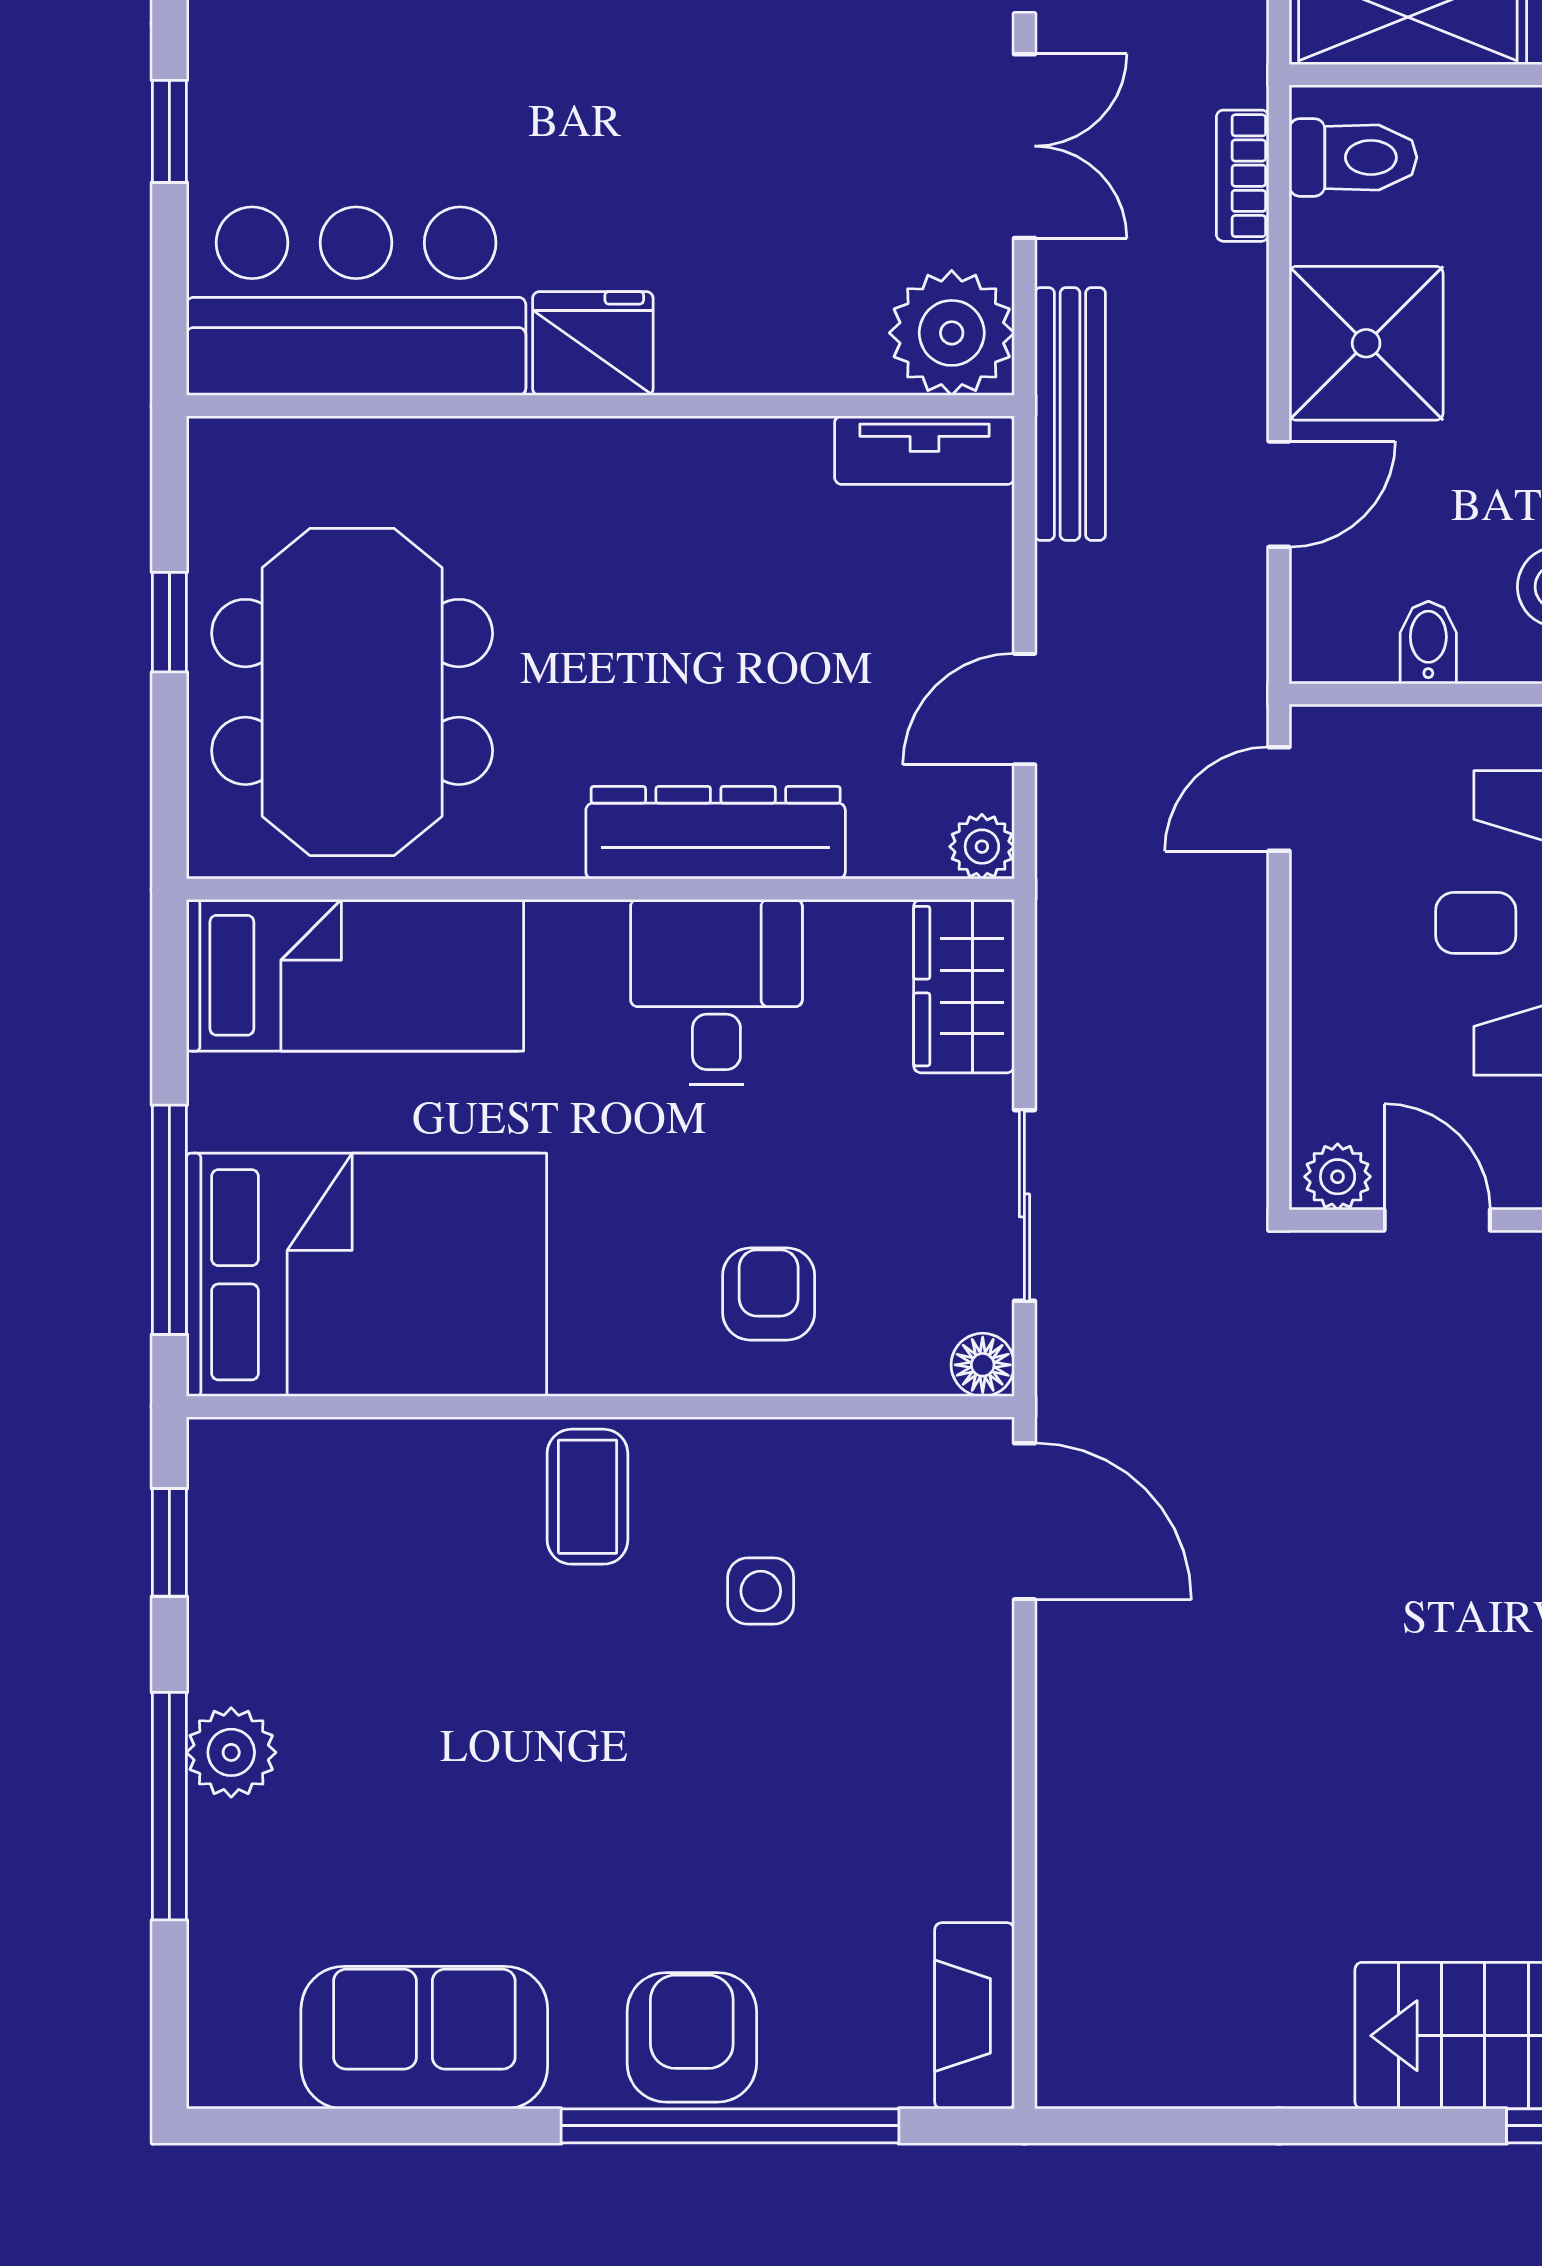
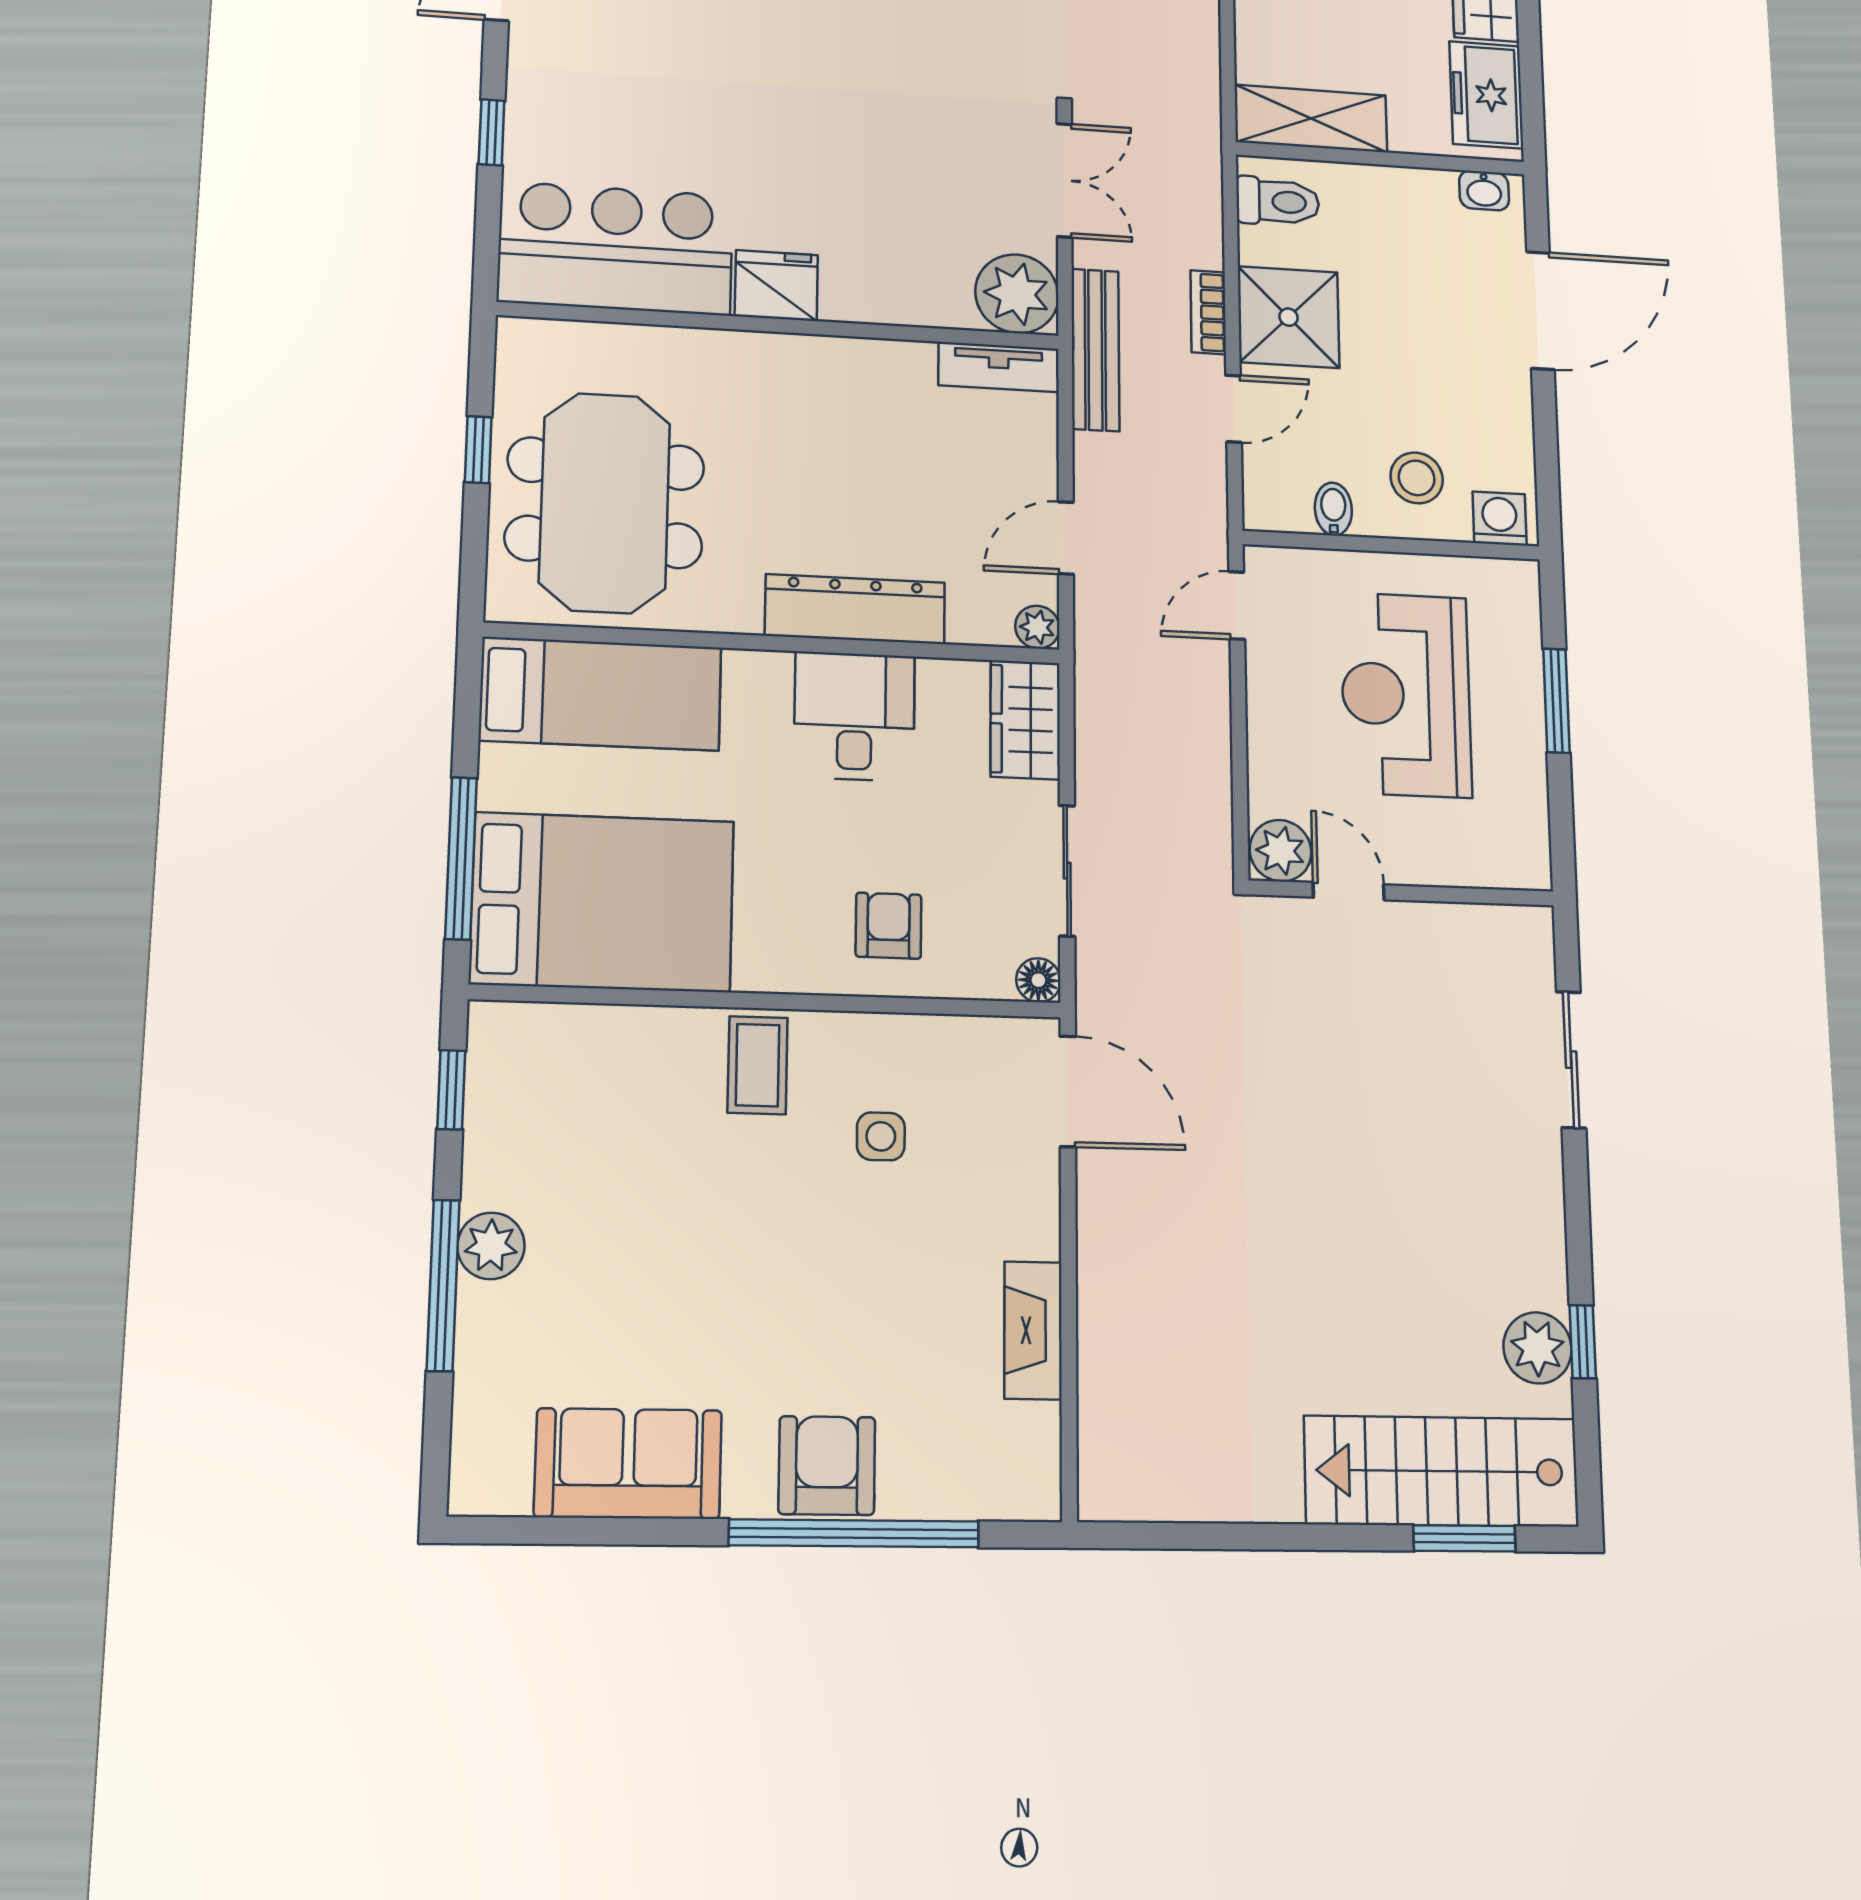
bookcase: (1243, 176) -> (1208, 312), moved
plant: (1338, 1177) -> (1281, 851), width x1.38, depth x1.38
fireplace: (974, 2016) -> (1033, 1330), moved

